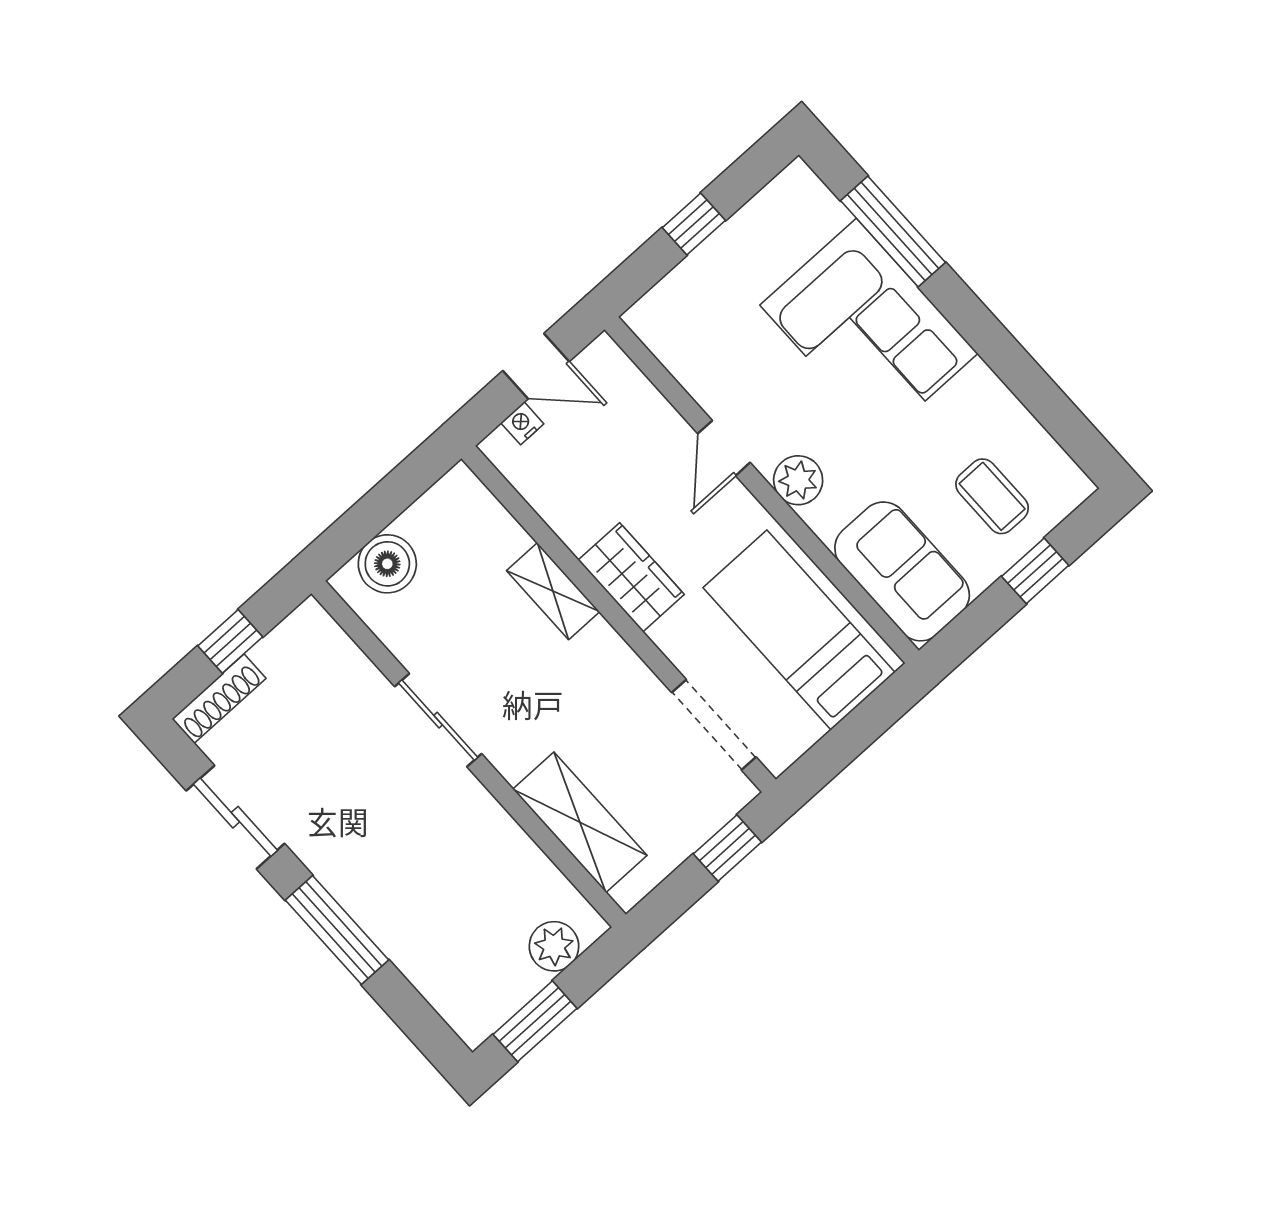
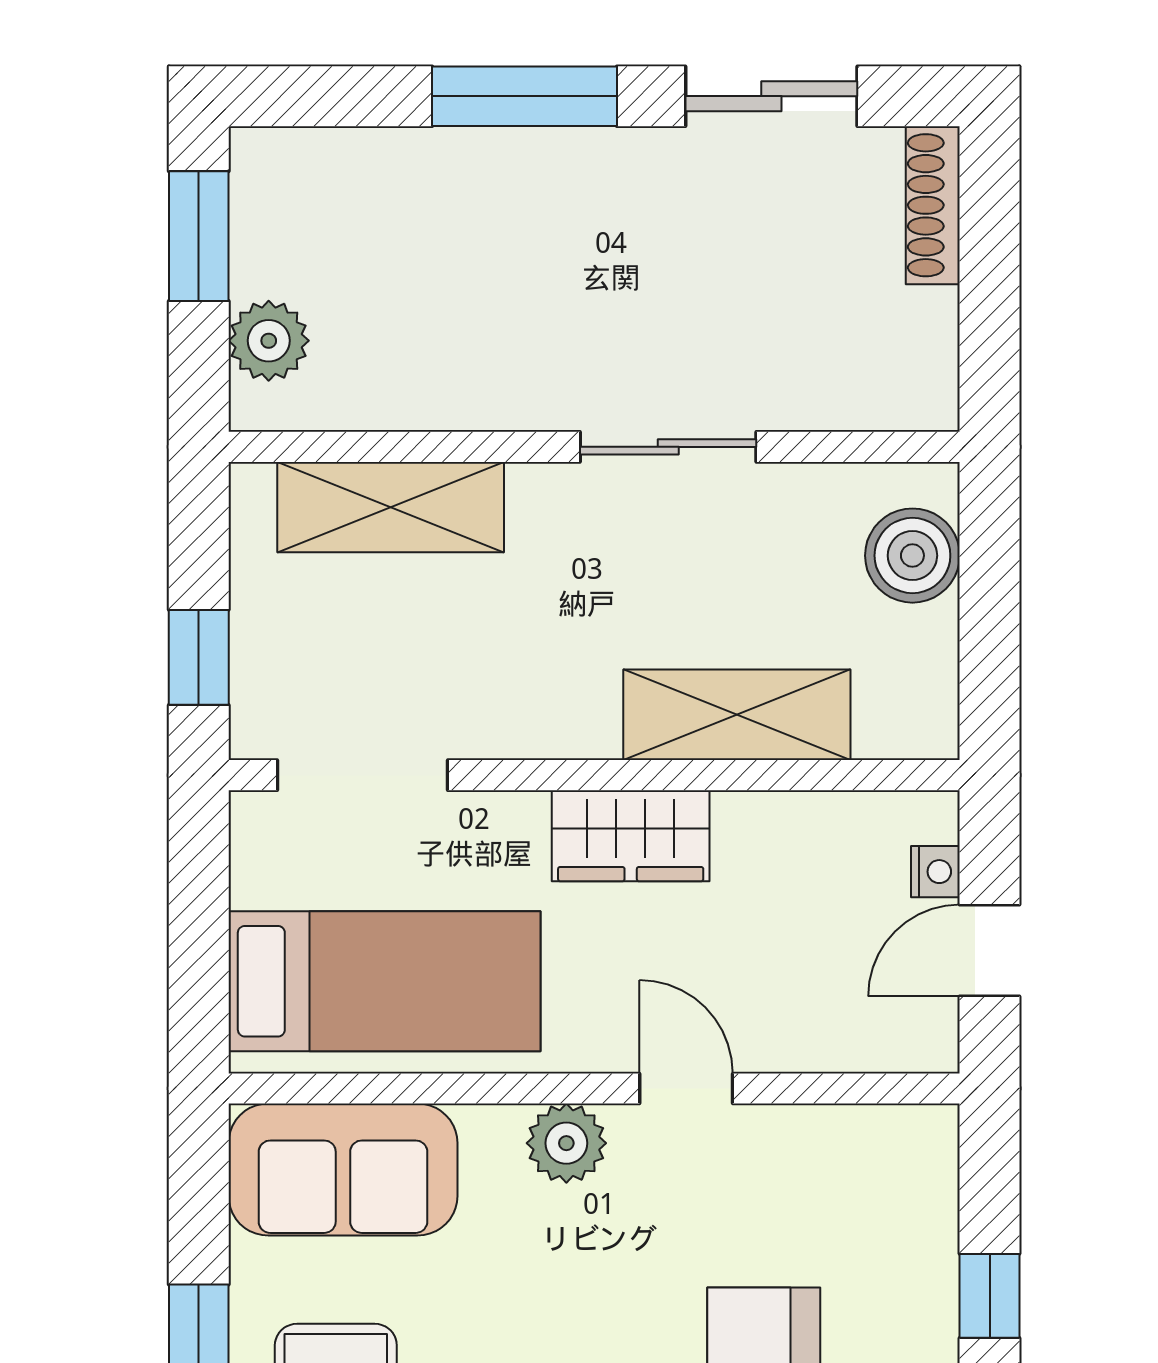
shelving: (553, 591) -> (737, 715), width x1.50, depth x1.33
window: (230, 641) -> (990, 281), removed

